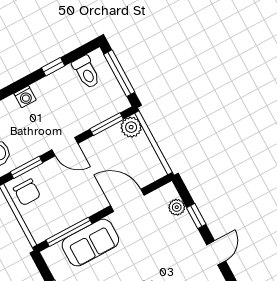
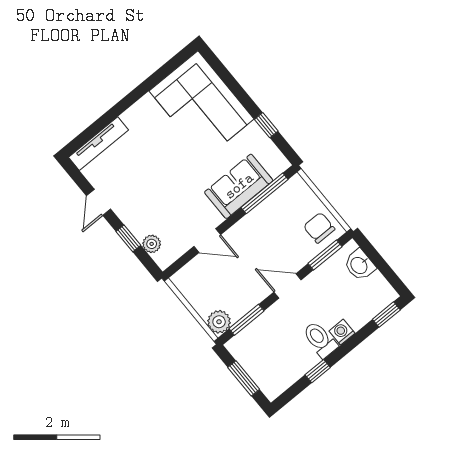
toilet: (86, 72) -> (320, 340), moved
window: (119, 73) -> (244, 378), width x0.69
door: (127, 200) -> (207, 241), width x0.73

